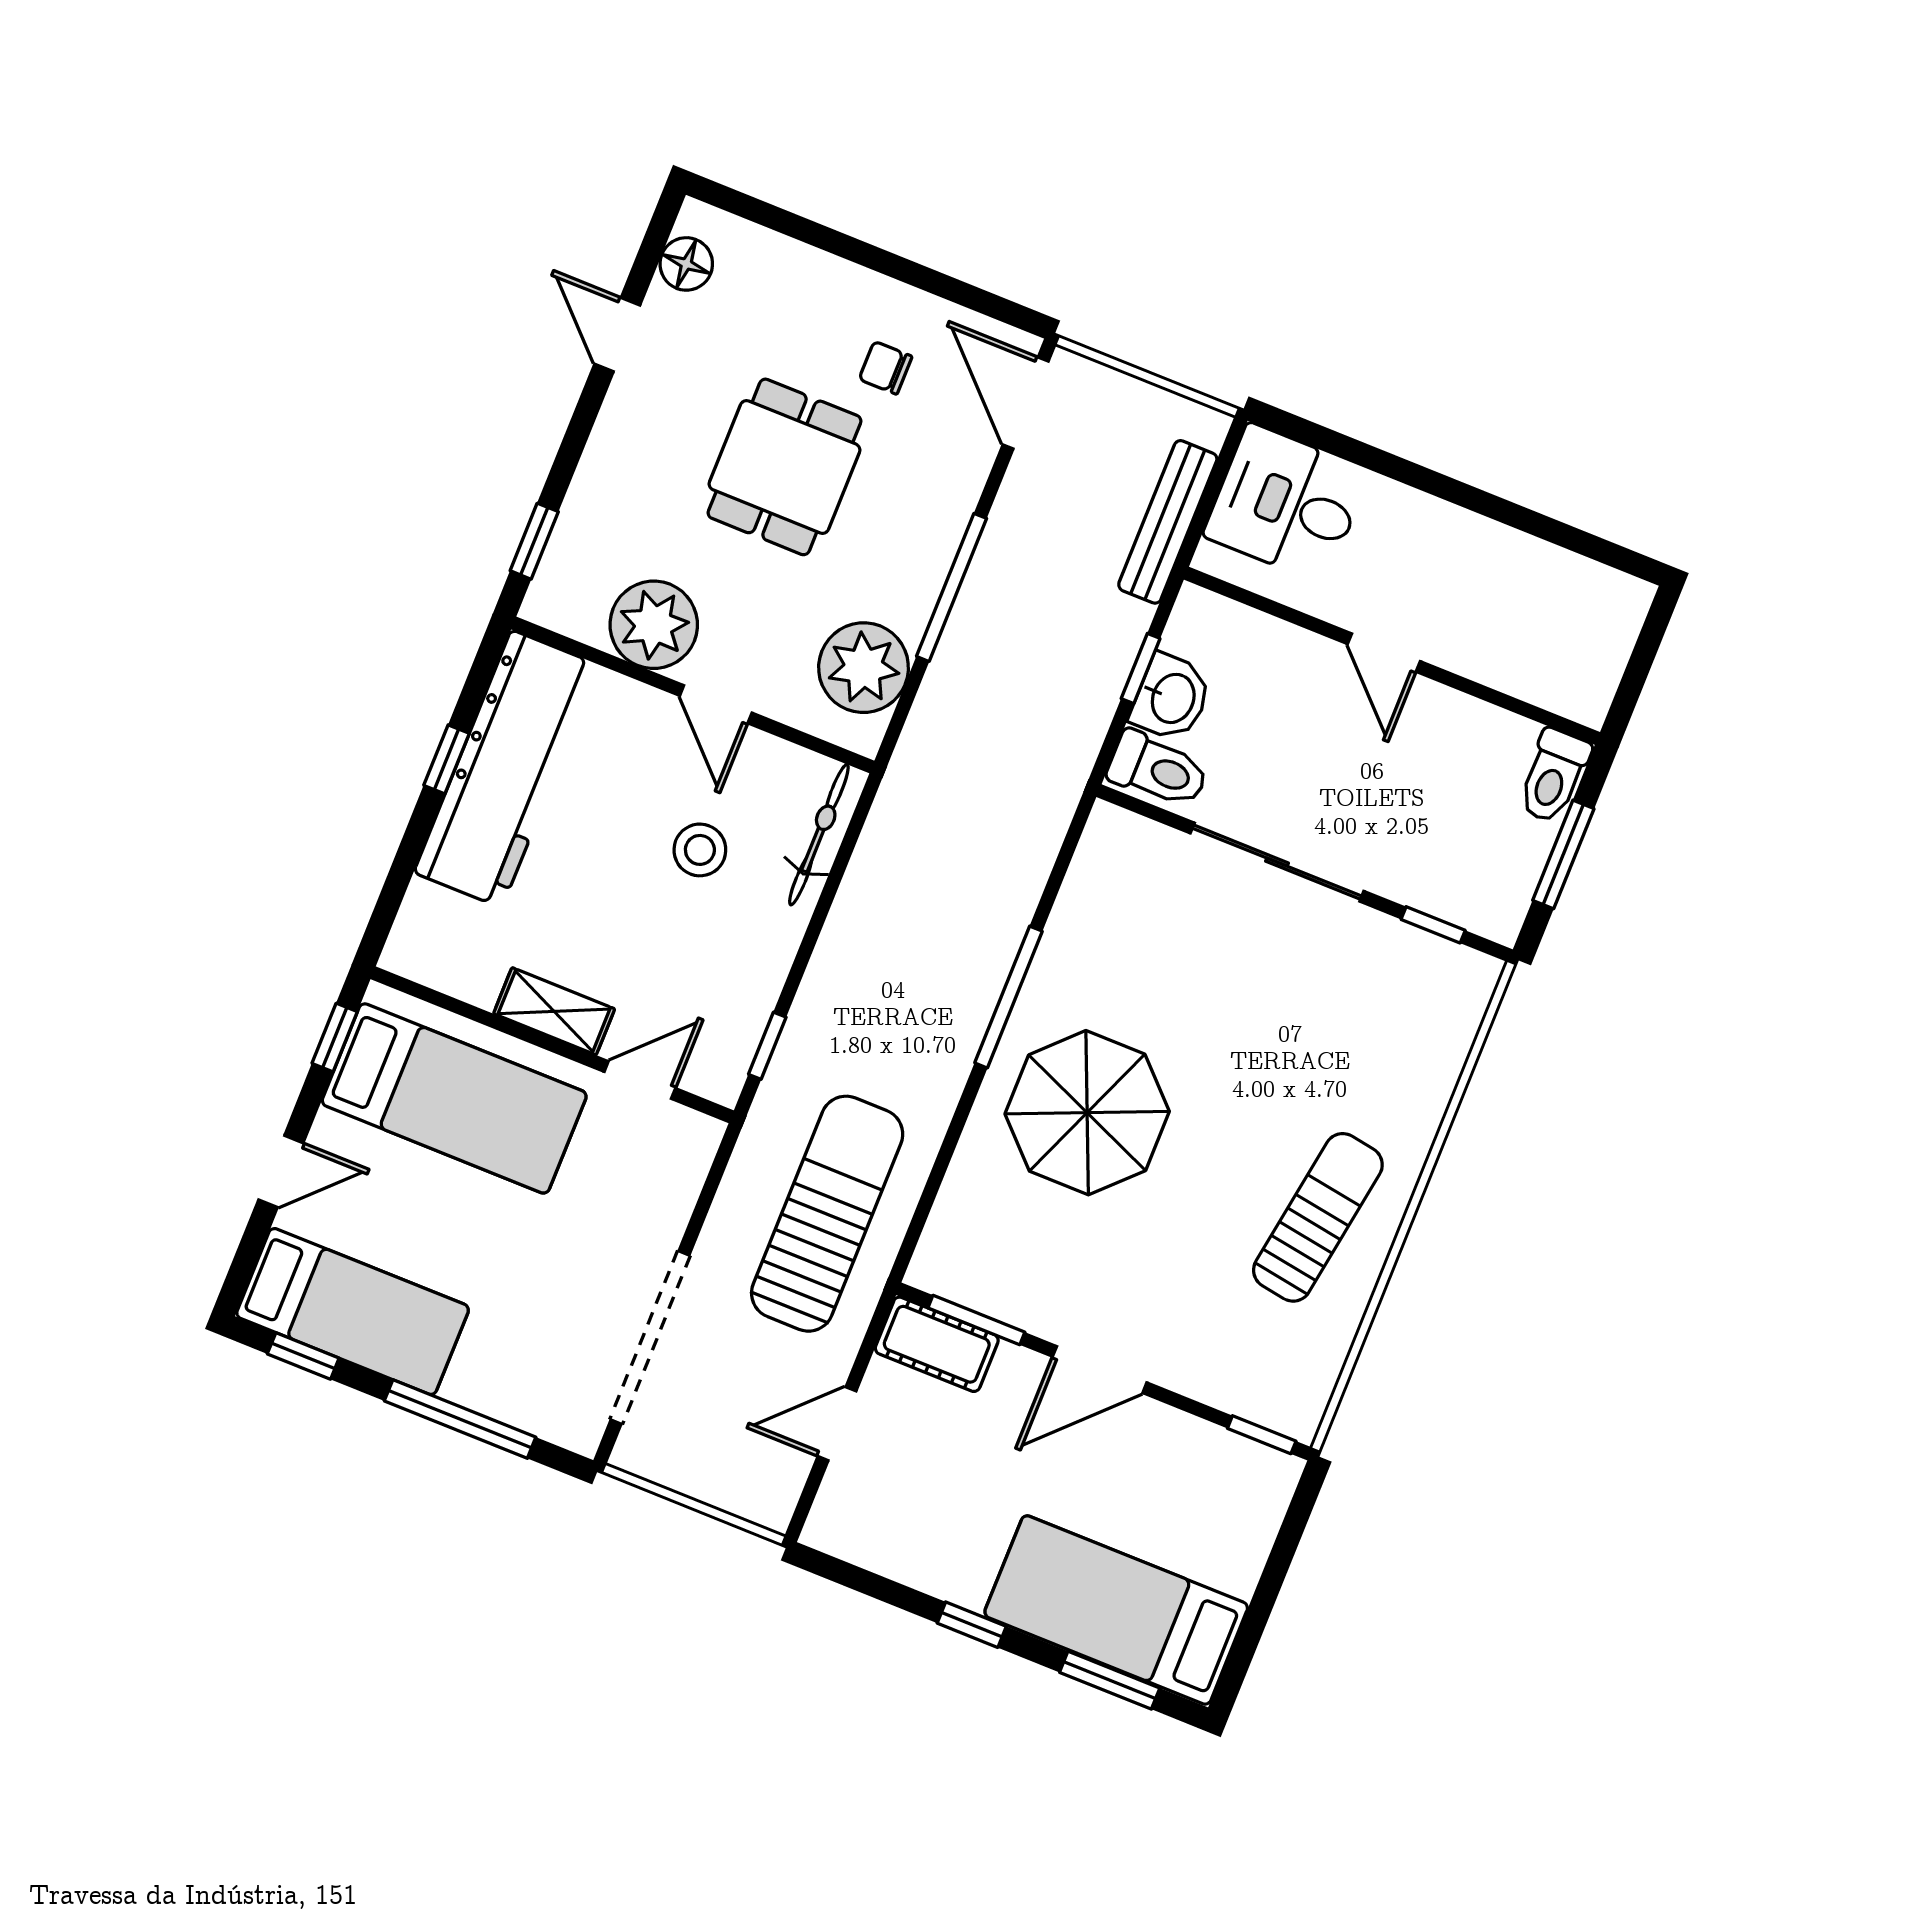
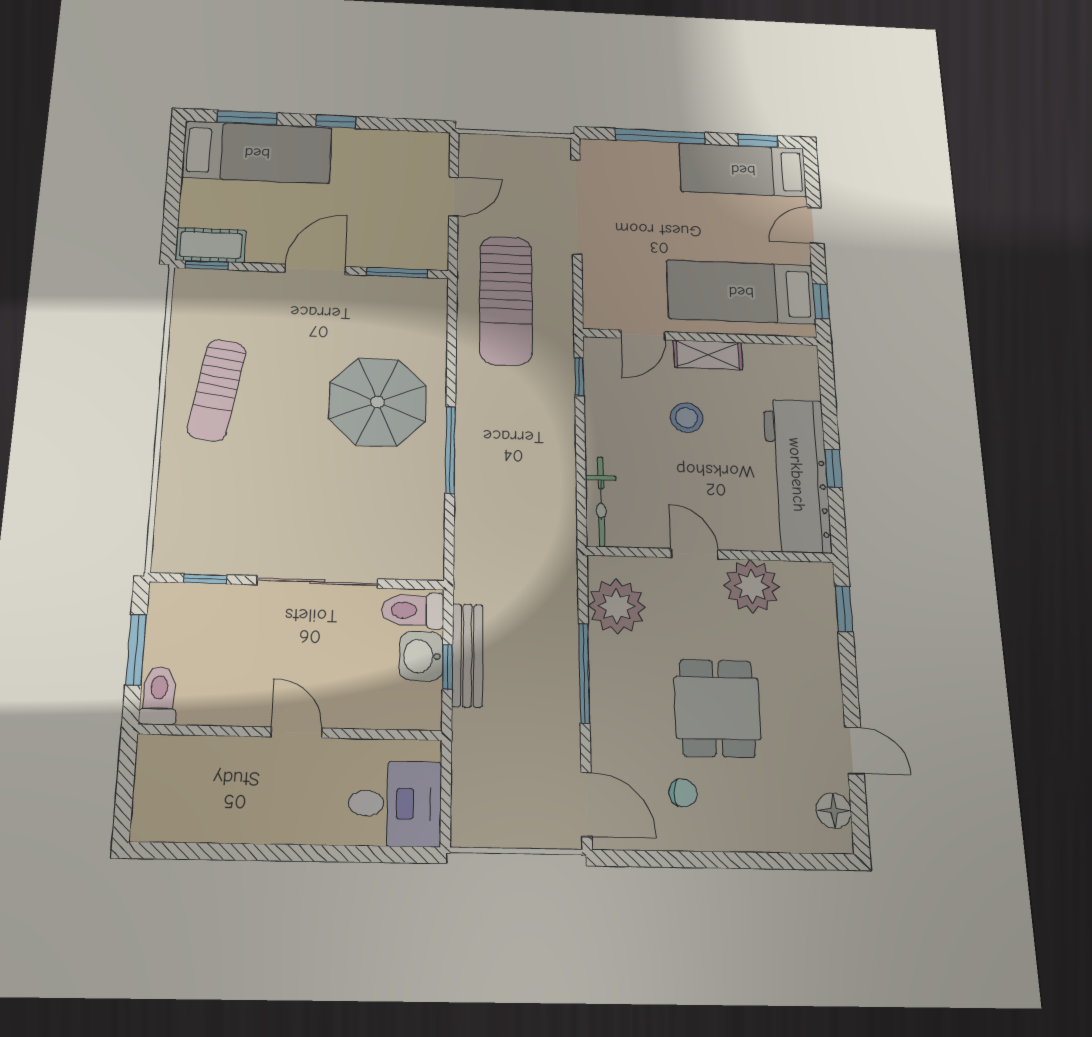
bench: (1168, 522) -> (467, 655), moved
stool: (700, 850) -> (687, 418), moved
cot: (937, 1344) -> (211, 245), moved

